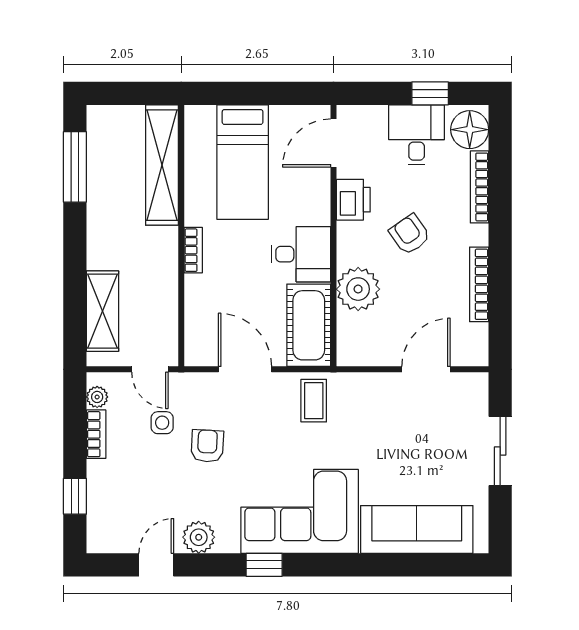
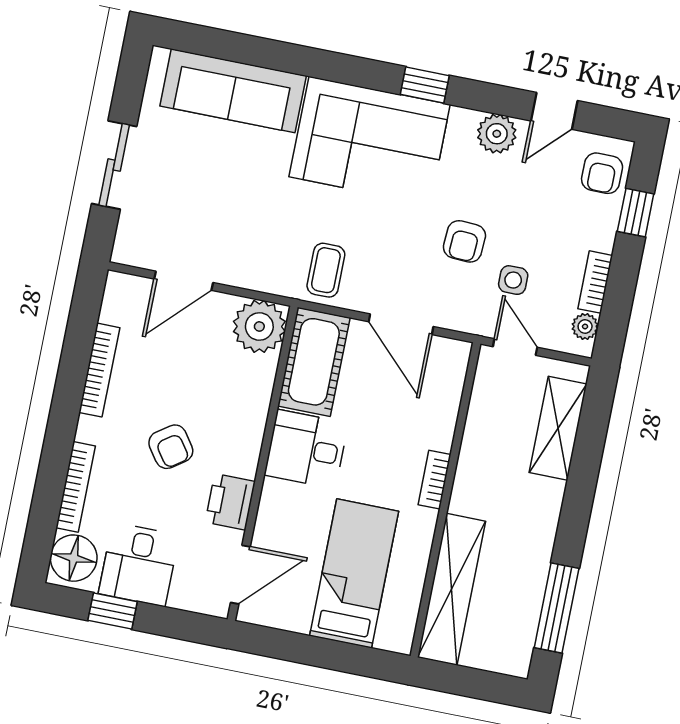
plant: (358, 289) -> (259, 326), moved
armchair: (108, 522) -> (602, 173), added

